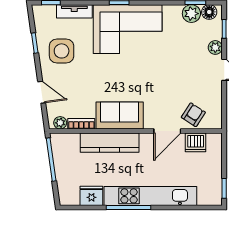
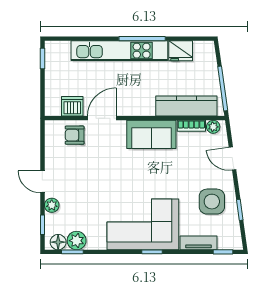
armchair: (193, 115) -> (75, 135), turned 57
kitchen counter: (110, 143) -> (186, 106), moved

